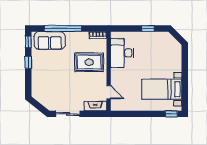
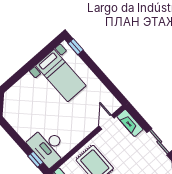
window: (148, 29) -> (35, 159), moved
desk: (122, 53) -> (48, 147), moved, turned 90

